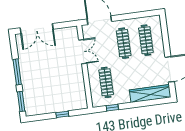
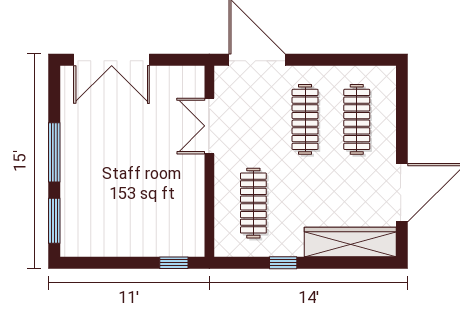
double door: (83, 52) -> (209, 126), swing flipped
window: (112, 108) -> (283, 263), moved
window: (62, 114) -> (174, 263), moved

